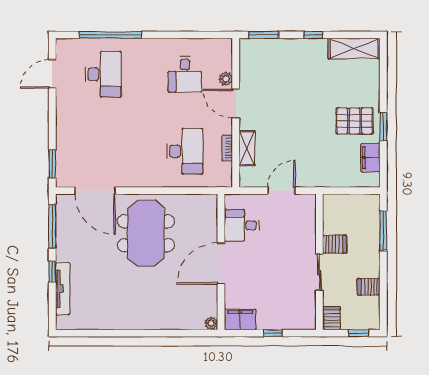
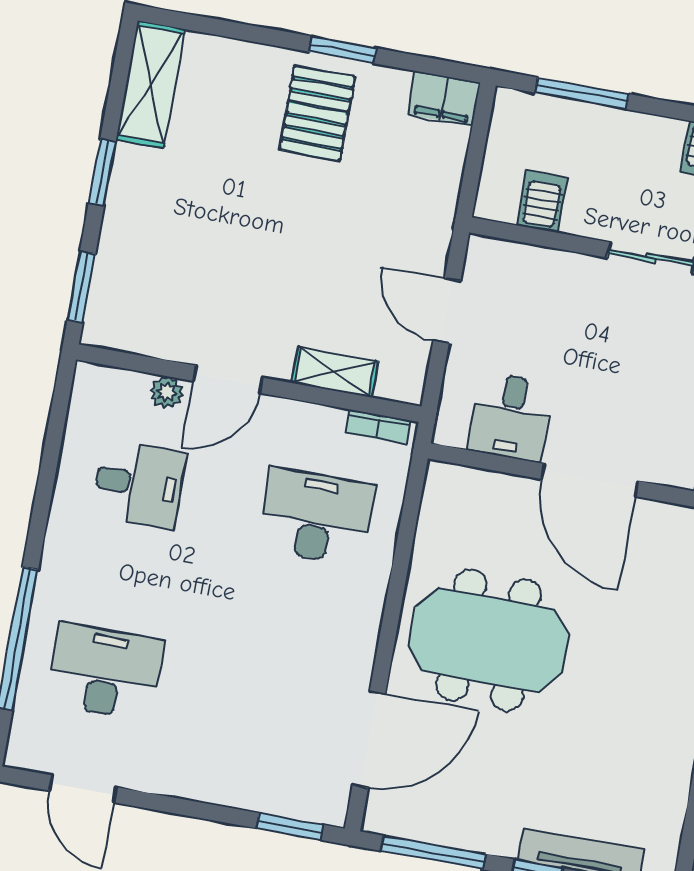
window: (313, 35) -> (102, 172), width x1.50
bookcase: (227, 148) -> (378, 427), moved
filing cabinet: (370, 158) -> (444, 99), moved
server rack: (335, 244) -> (542, 202), moved

